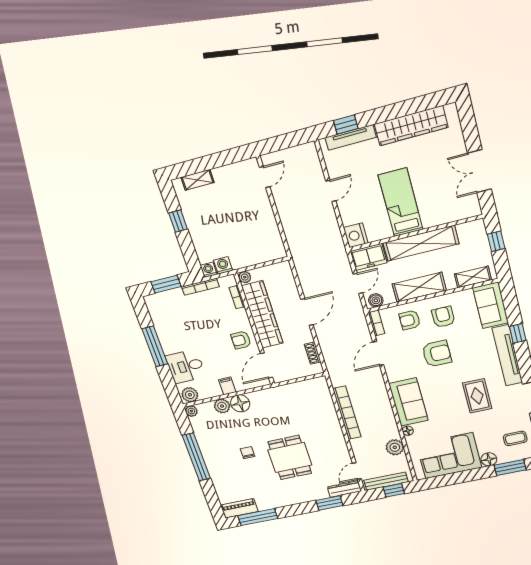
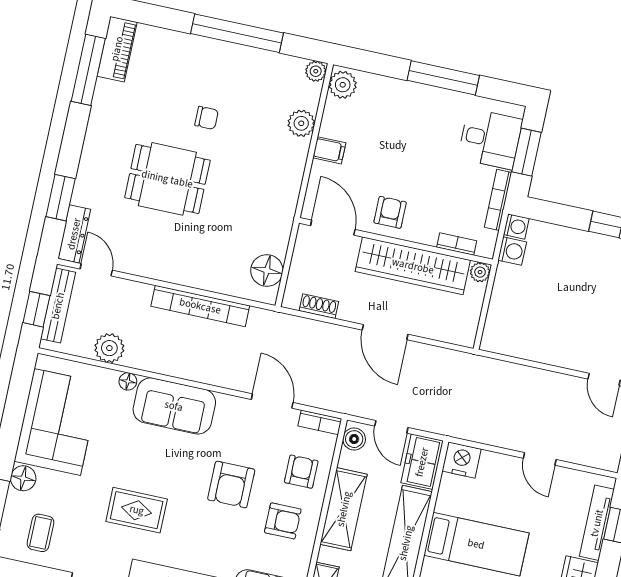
desk: (186, 366) -> (490, 139), moved, turned 90
floor lamp: (240, 403) -> (267, 270), moved

